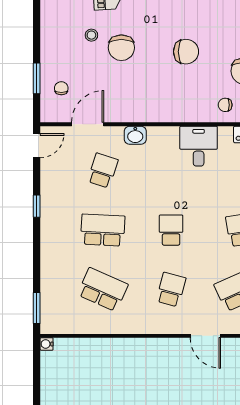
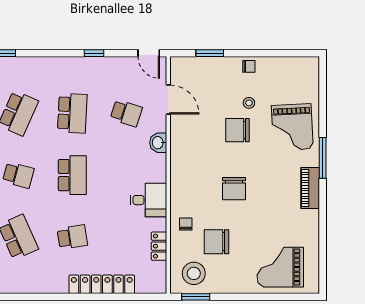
chair: (61, 88) -> (249, 66), moved
school desk: (171, 230) -> (72, 175), width x1.85

